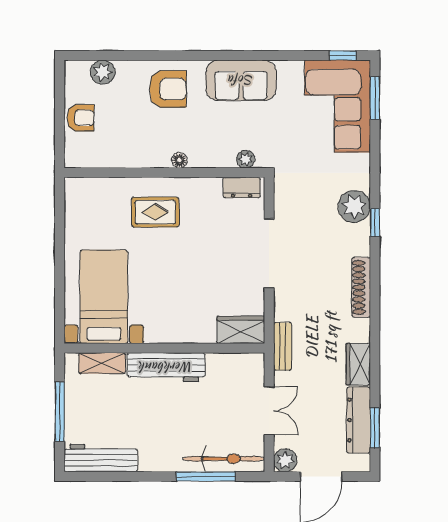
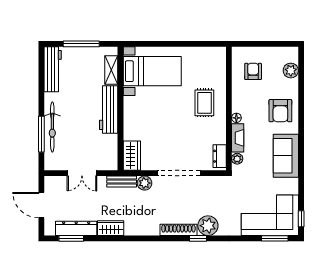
armchair: (81, 118) -> (253, 71), moved, turned 180
fireplace: (212, 158) -> (238, 138), added
shoe rack: (361, 287) -> (178, 230), moved
bicycle: (224, 459) -> (52, 127), moved
plant: (285, 460) -> (145, 183), moved

